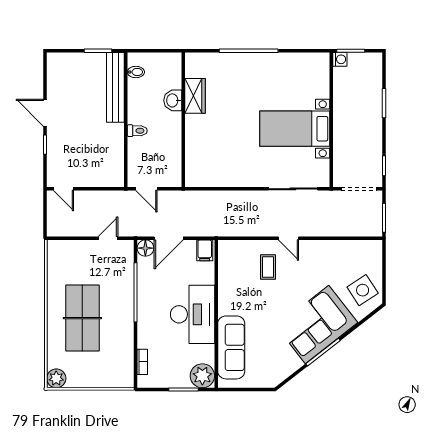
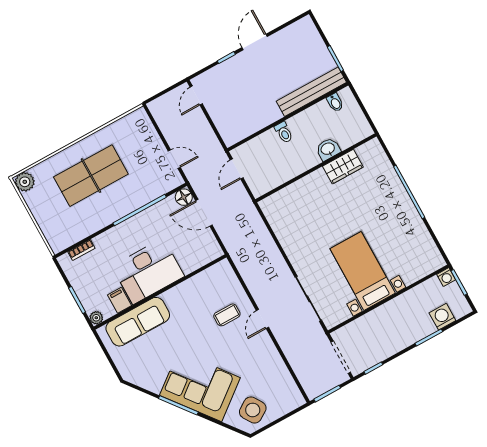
washing machine: (372, 81) -> (442, 317), added
filing cabinet: (205, 250) -> (120, 300), moved, turned 90
plant: (202, 376) -> (96, 318), width x0.53, depth x0.53

